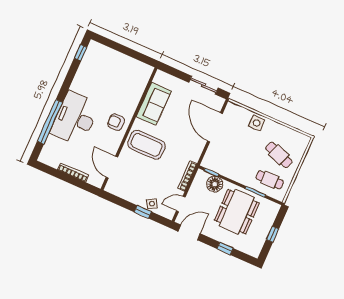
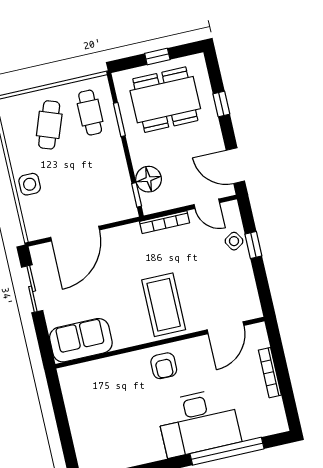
sofa: (154, 104) -> (81, 340), moved
dining table: (237, 212) -> (165, 100), moved

